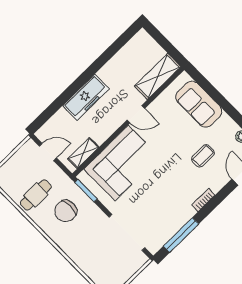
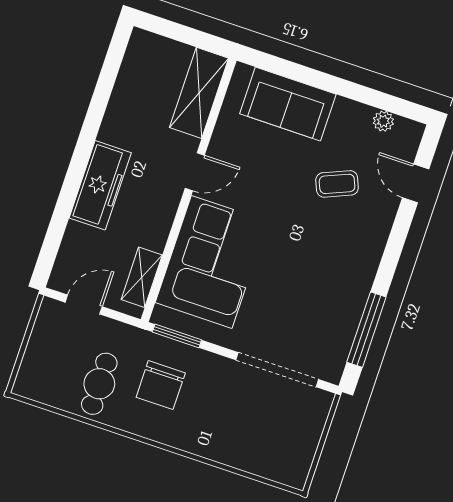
coffee table: (203, 156) -> (337, 184), turned 67
bookcase: (203, 200) -> (374, 255), removed

